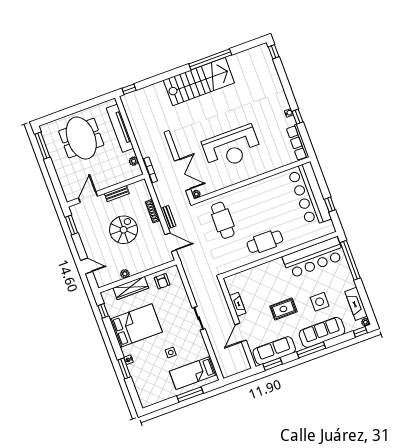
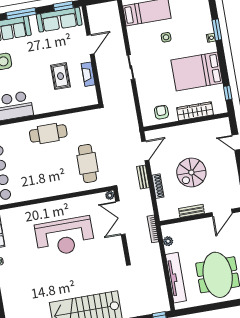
reception desk: (232, 148) -> (65, 237), turned 180
door: (171, 242) -> (145, 151), swing flipped
plant: (125, 274) -> (198, 127), removed
rug: (283, 309) -> (60, 76), moved, turned 90

